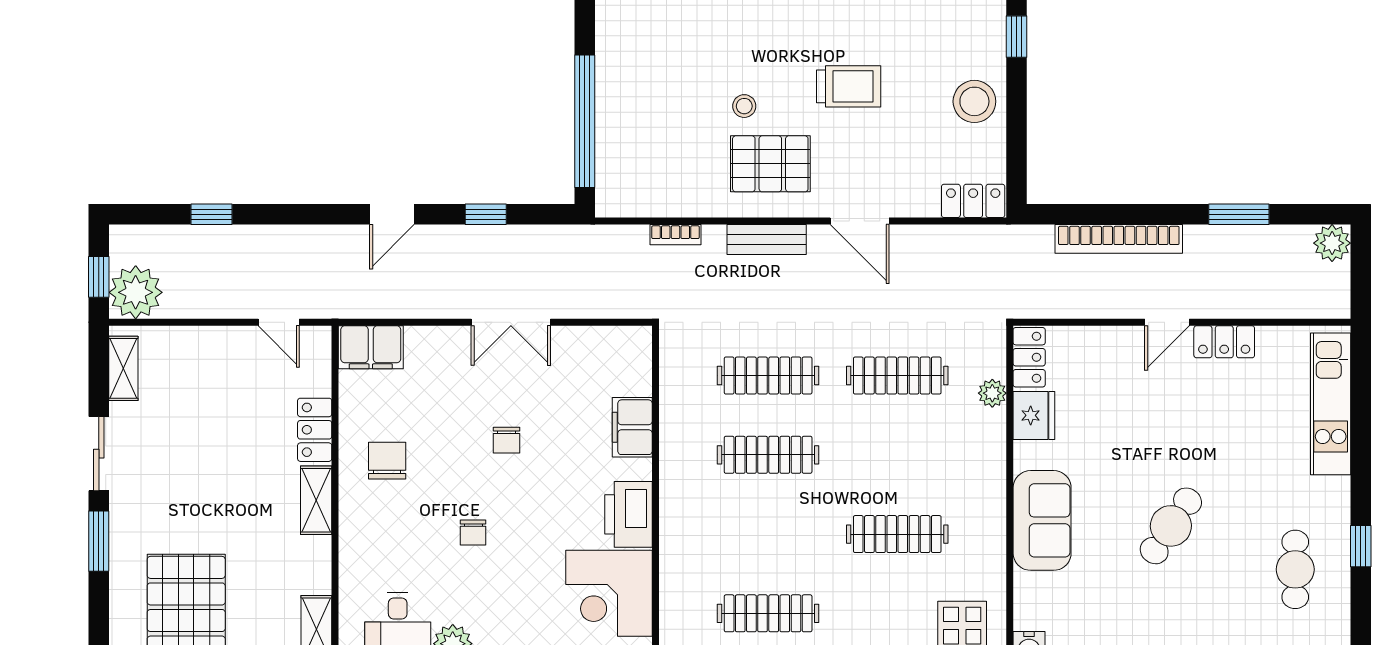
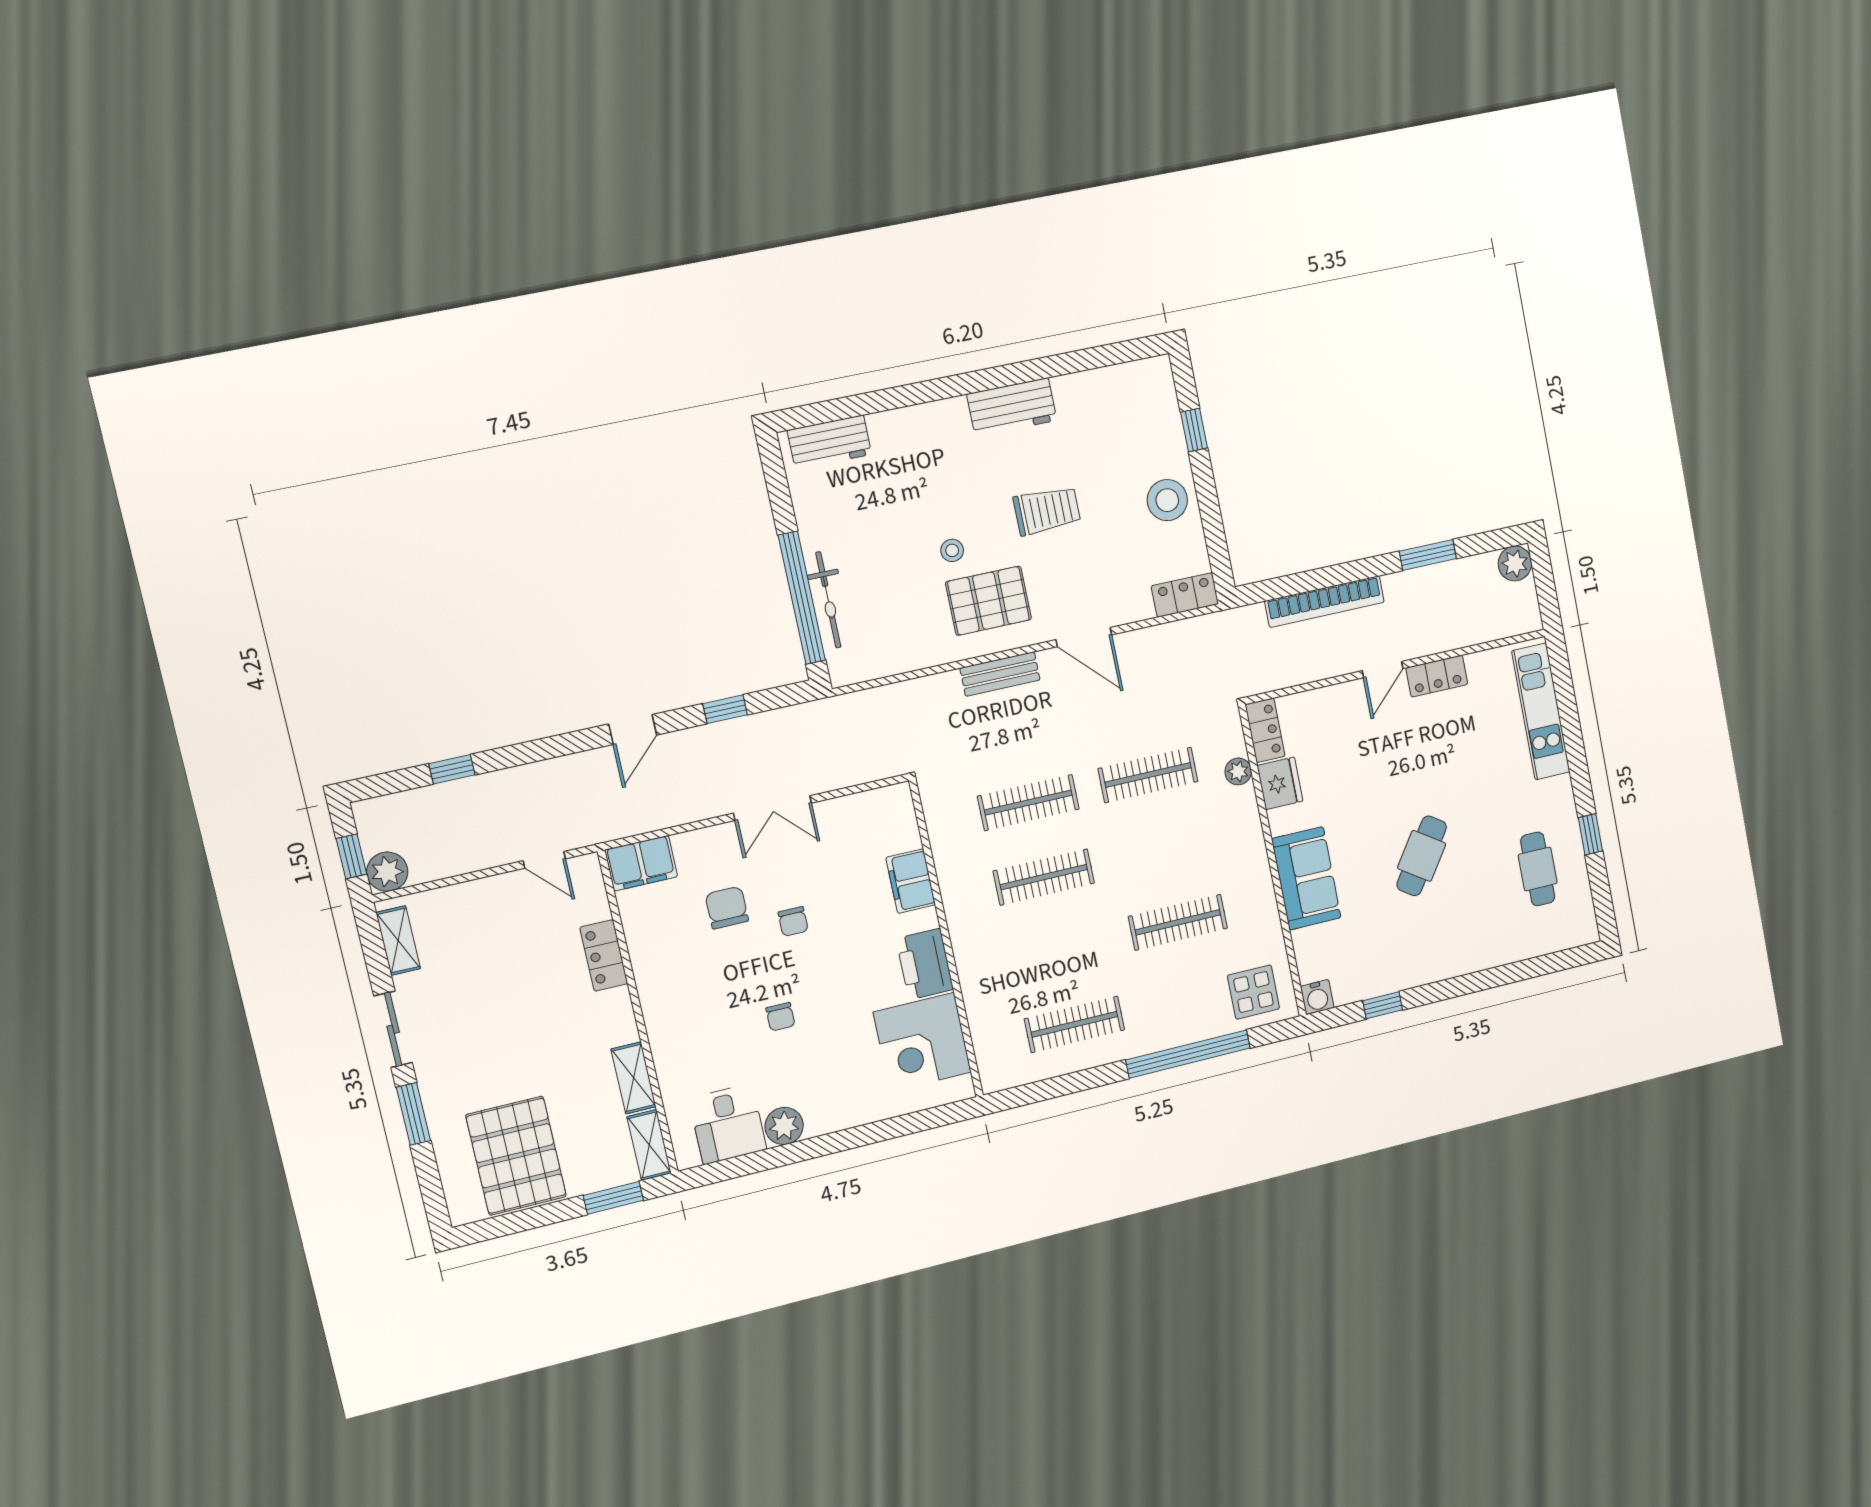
bicycle: (610, 129) -> (828, 600), added
bookcase: (675, 235) -> (913, 688), removed
plant: (136, 292) -> (387, 872), width x0.73, depth x0.73
chair: (387, 461) -> (727, 908), moved
shelving: (316, 500) -> (634, 1078), moved

